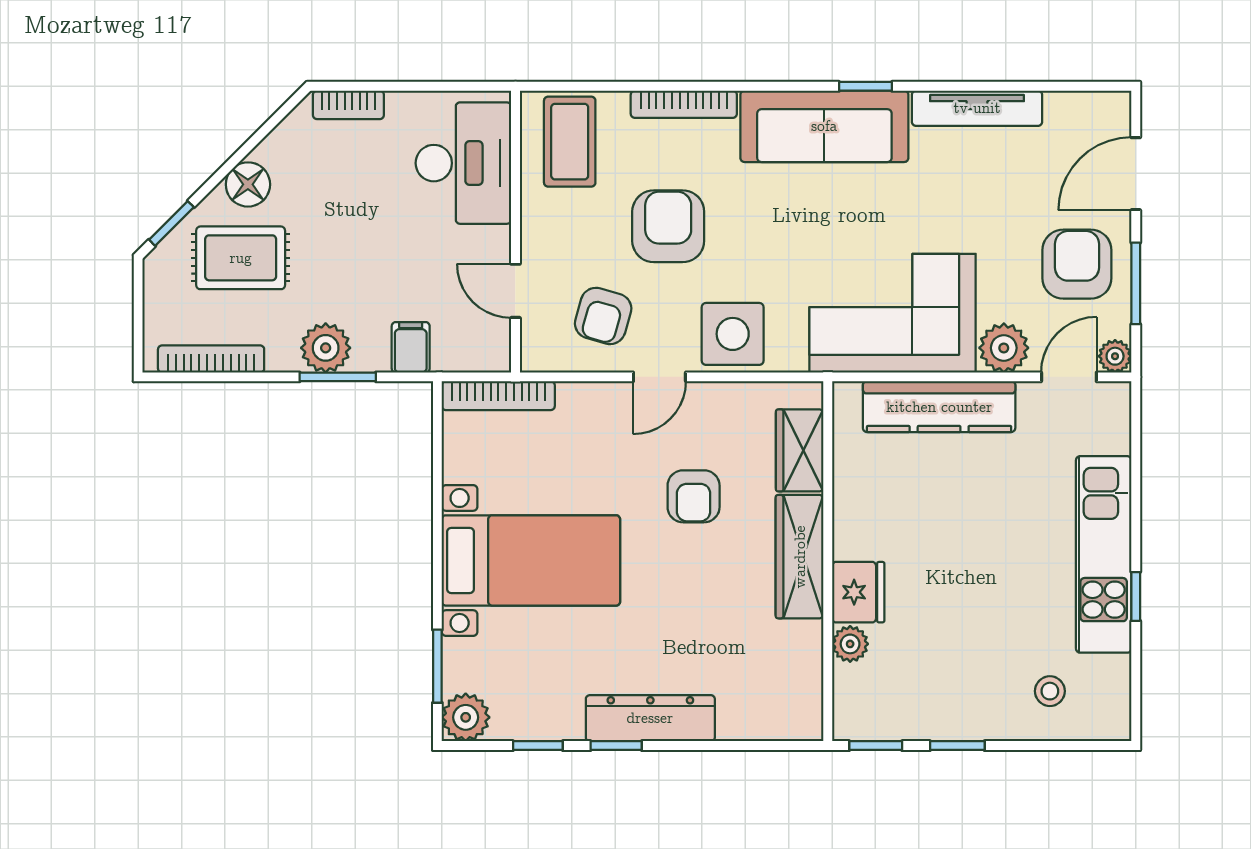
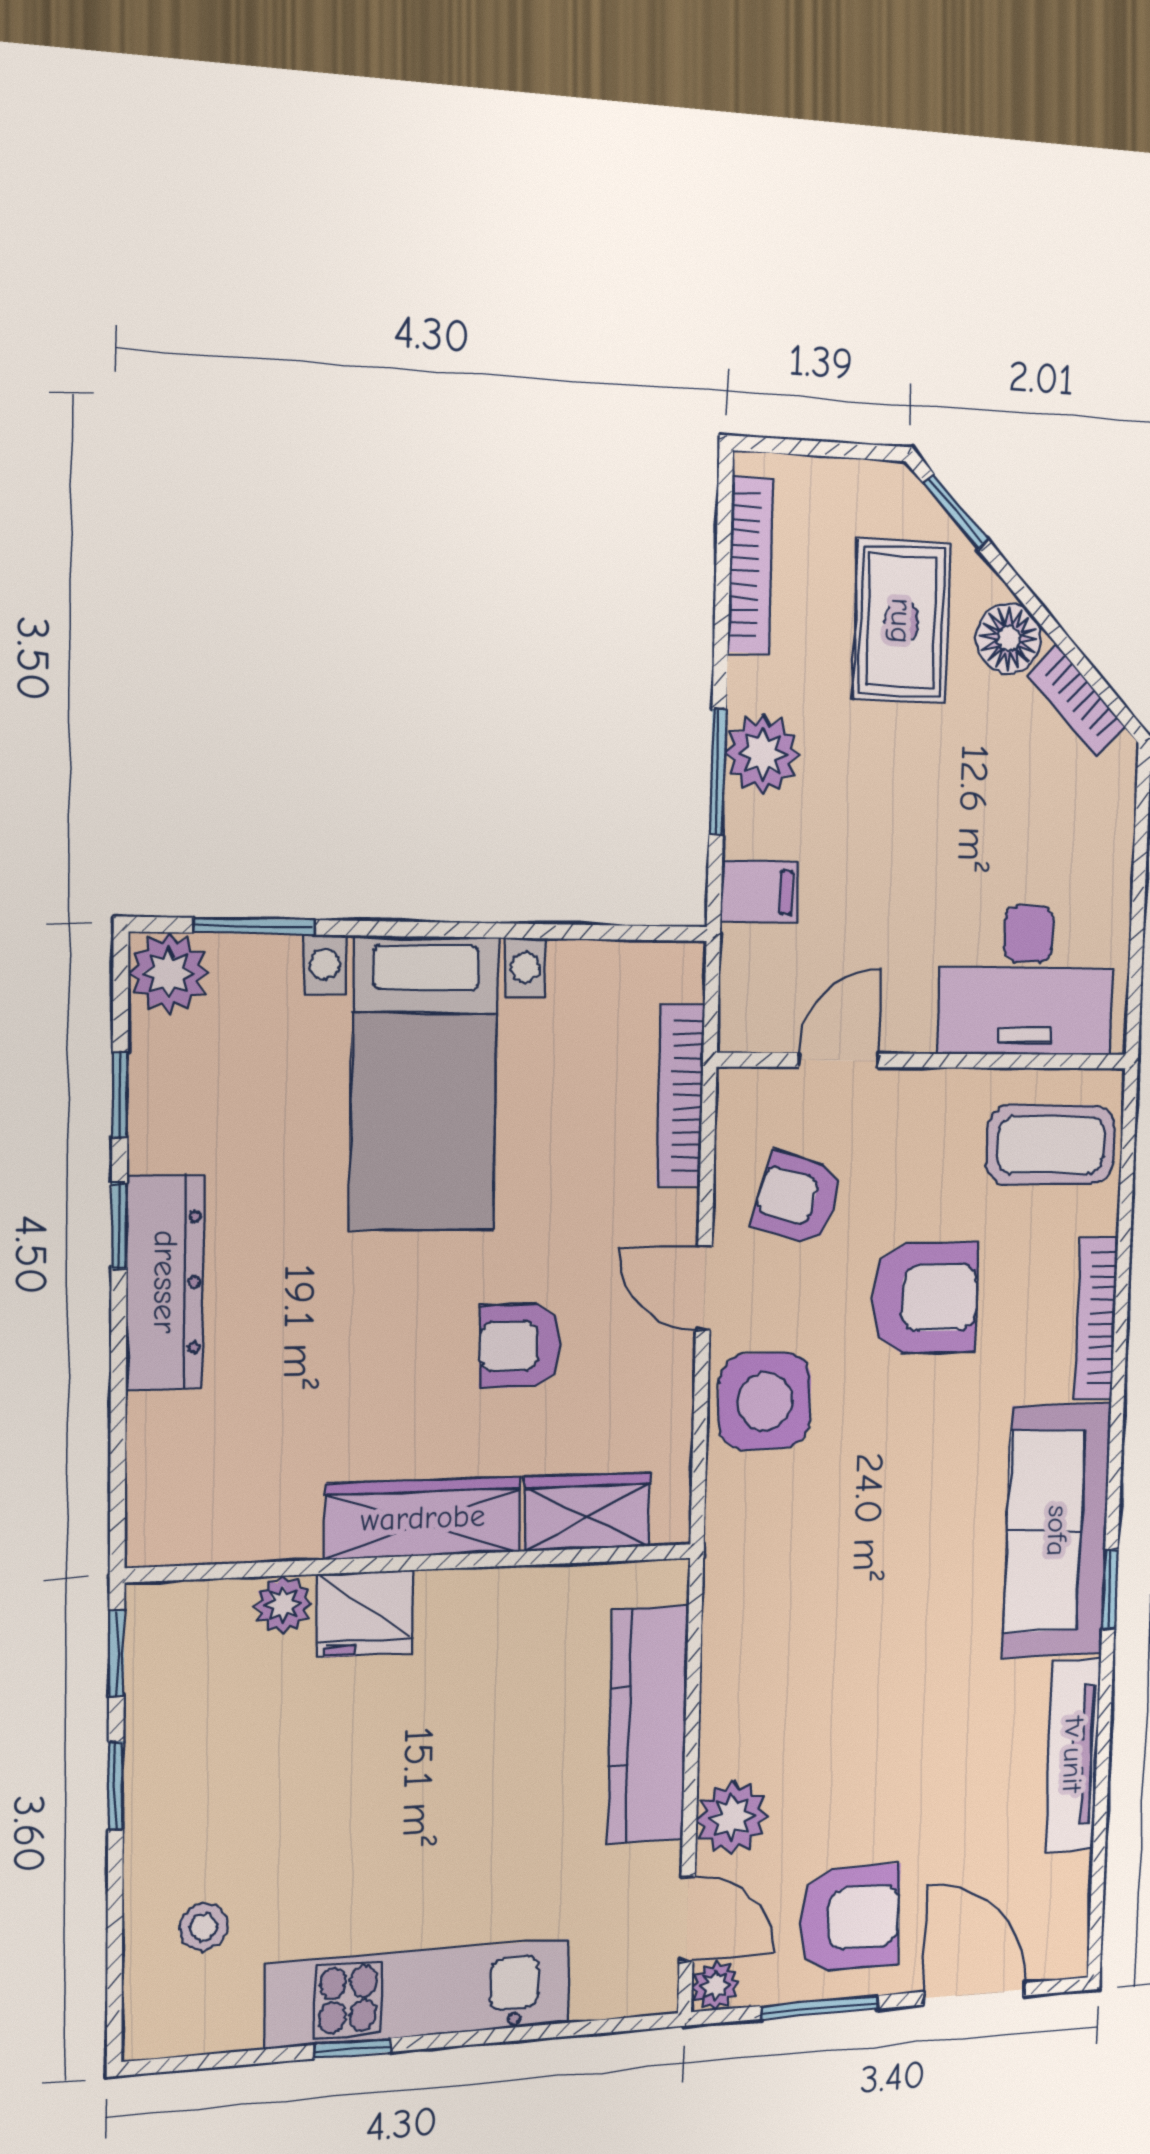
bookcase: (348, 105) -> (1077, 701), moved, turned -45
corner sofa: (892, 313) -> (788, 1646), removed
bookcase: (498, 396) -> (681, 1096), moved

